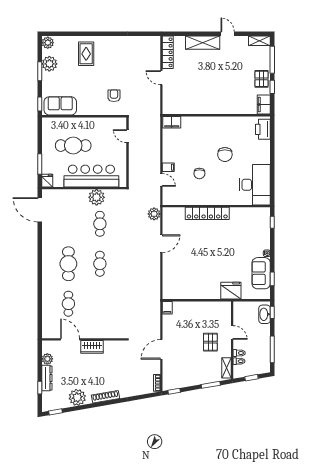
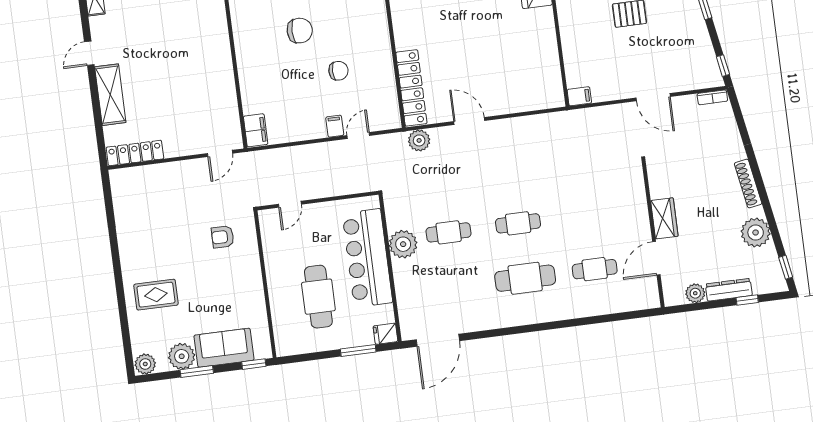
door: (161, 78) -> (220, 153), moved
sofa: (60, 106) -> (224, 348), moved, turned 90
locker: (207, 213) -> (411, 88), moved

